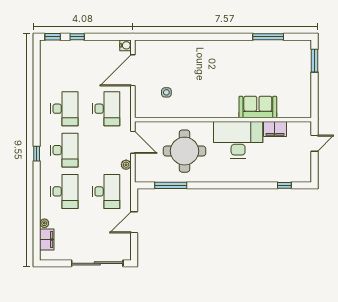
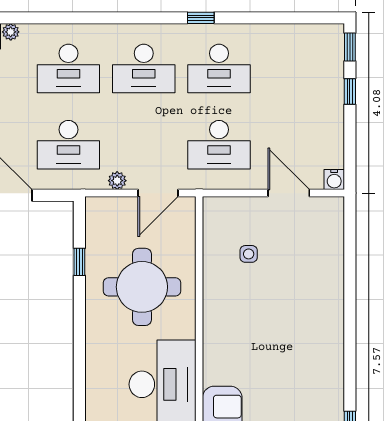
door: (133, 70) -> (289, 193), width x0.73
window: (37, 154) -> (201, 18), moved
window: (171, 185) -> (79, 262), width x0.46

